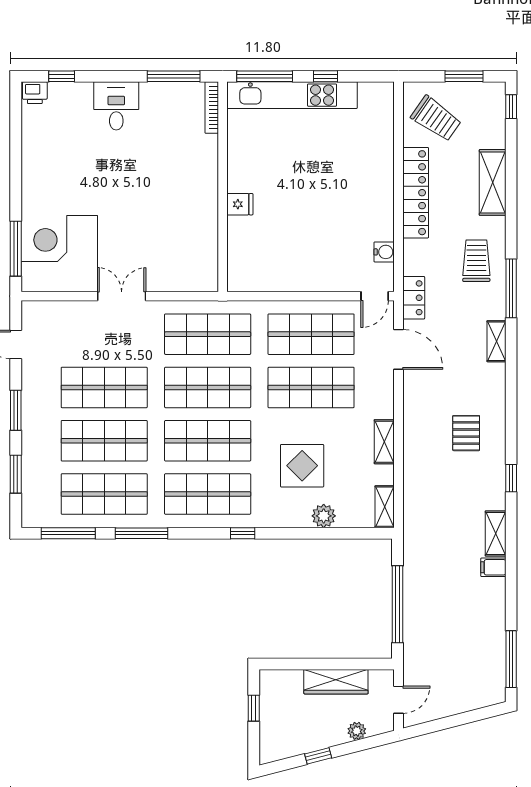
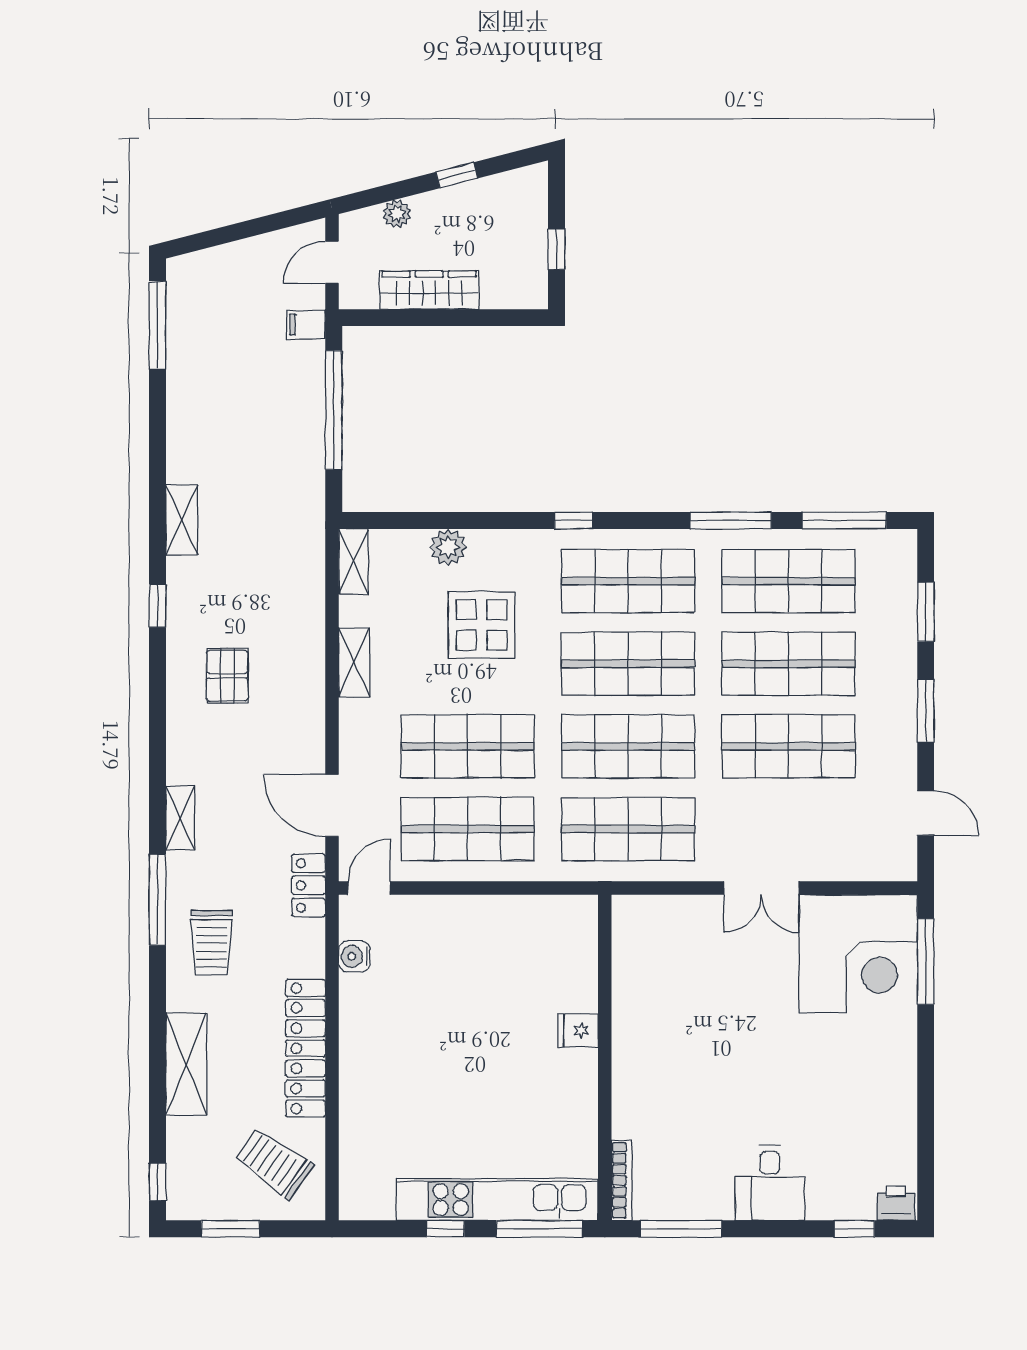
filing cabinet: (493, 567) -> (306, 325), moved, turned 180

